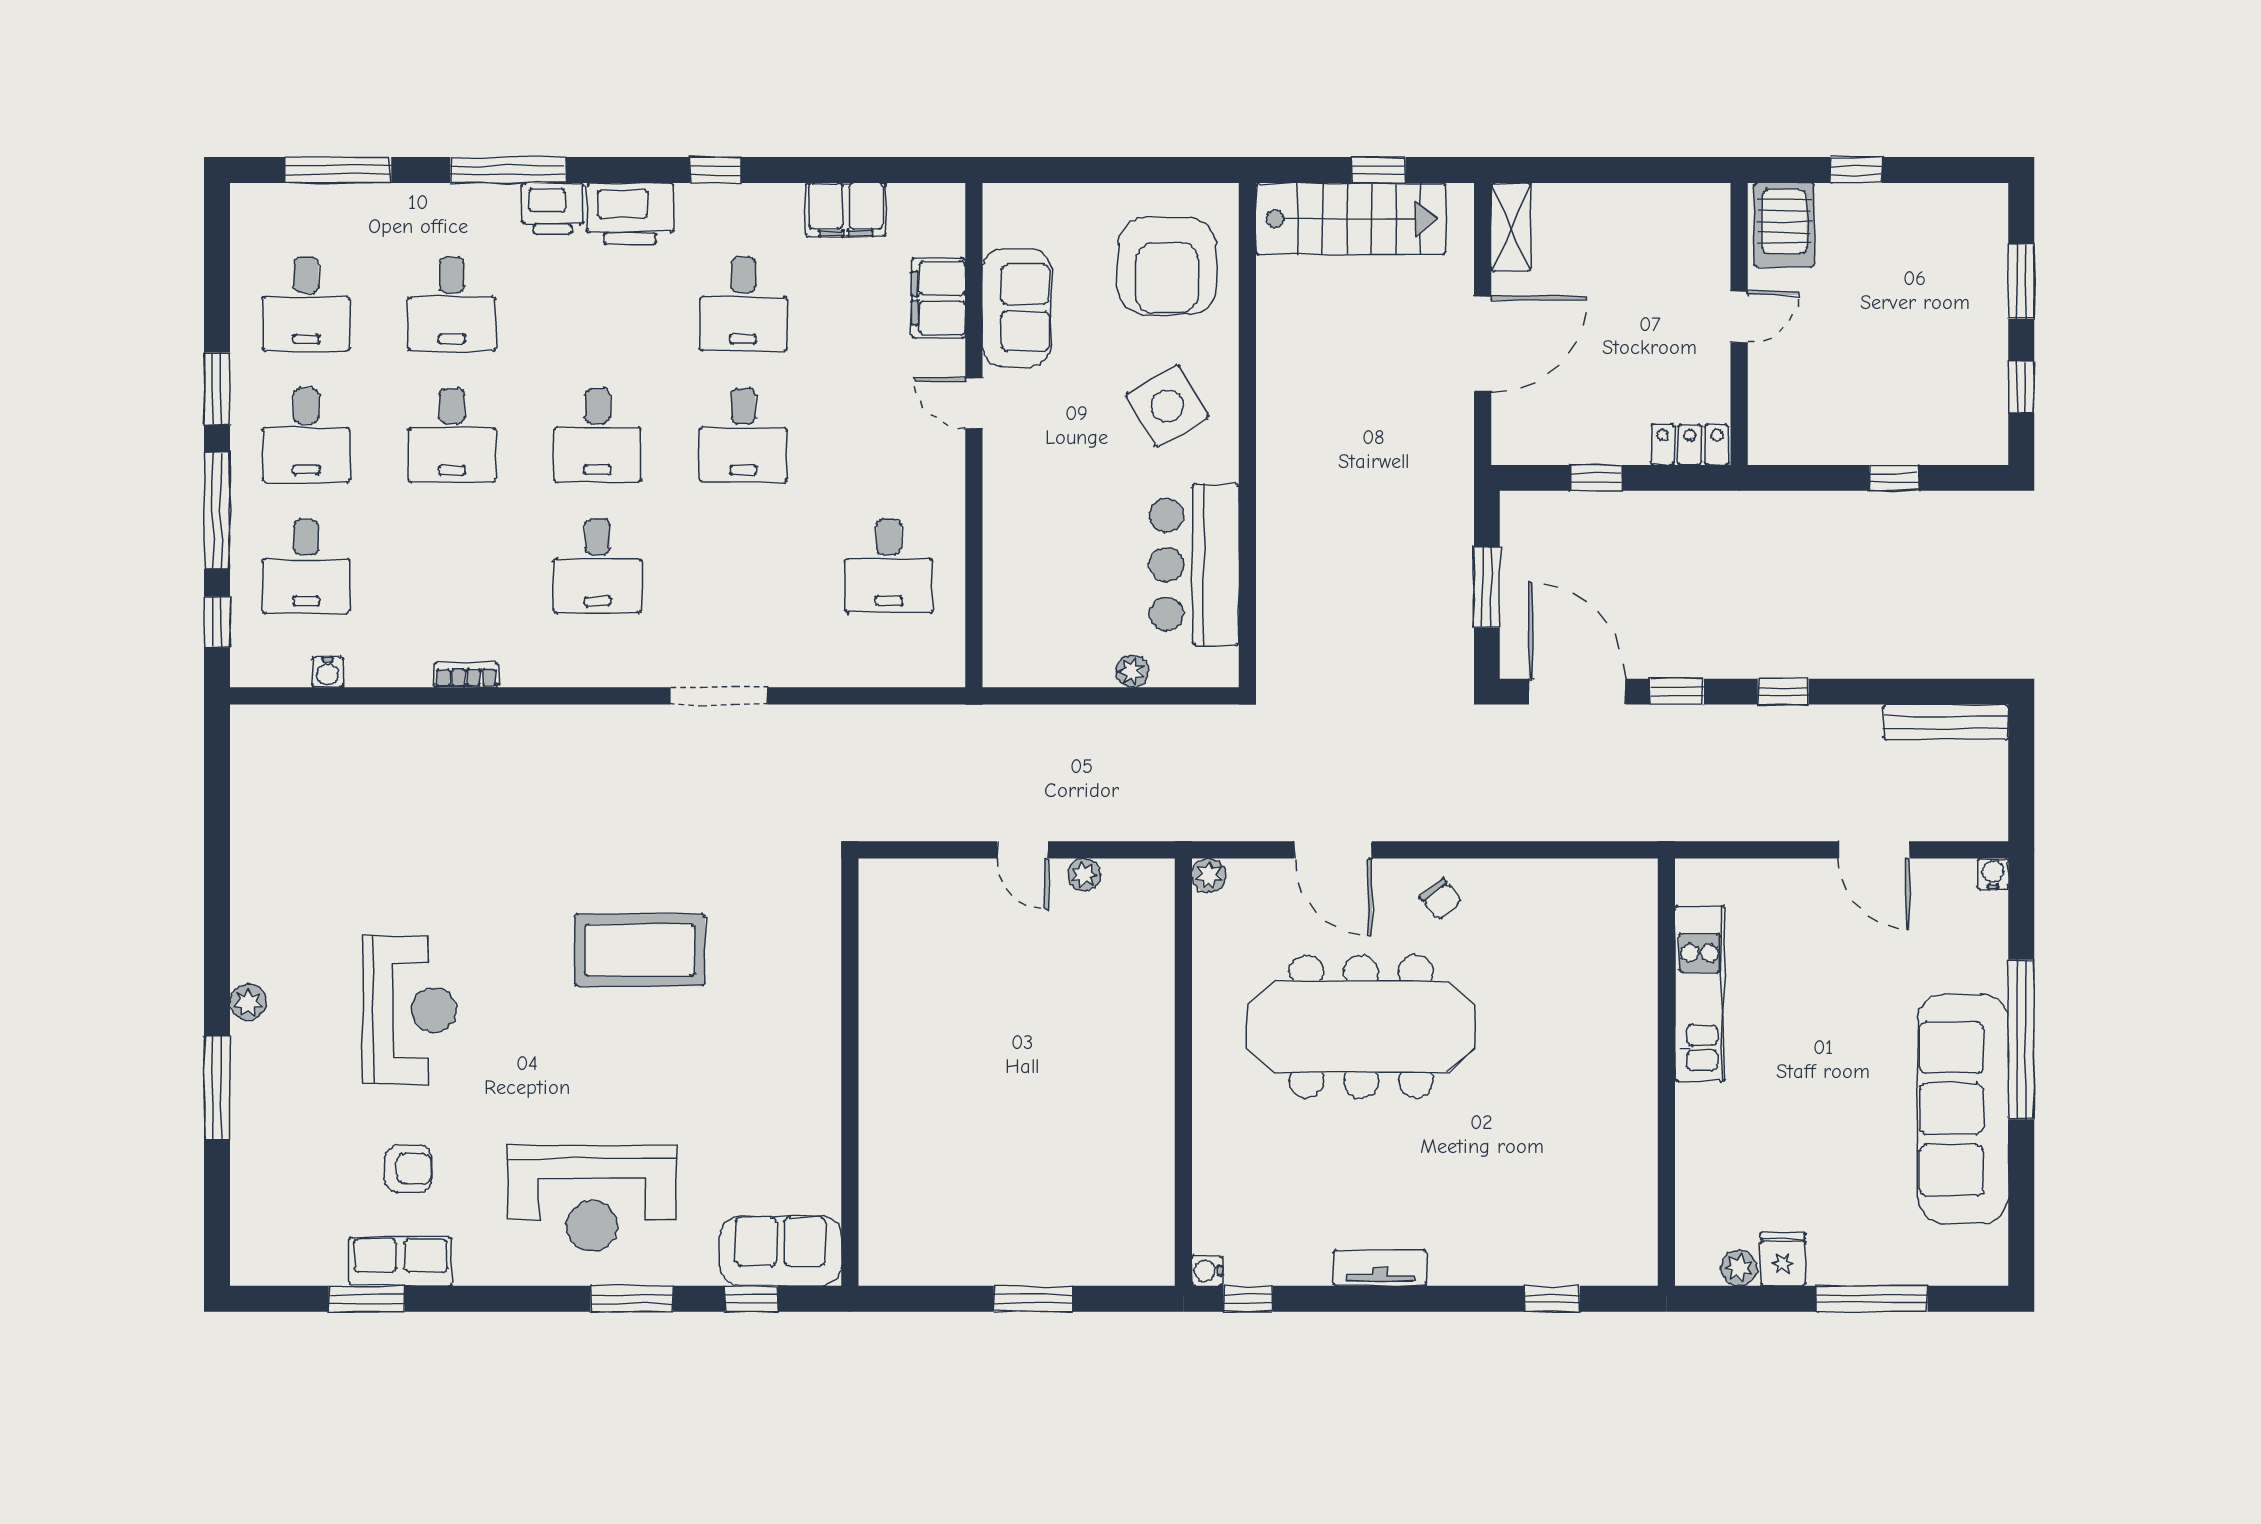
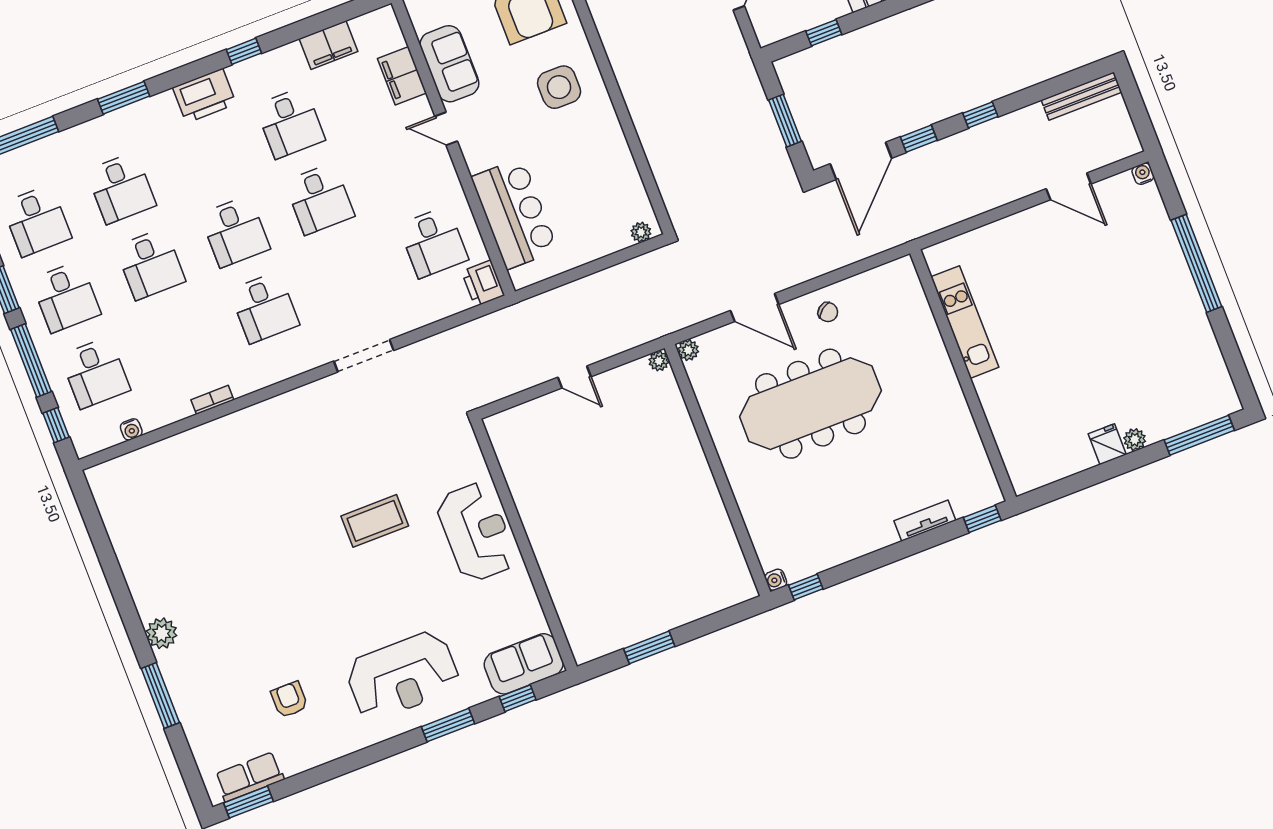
window: (508, 170) -> (124, 98), width x0.69
printer: (553, 209) -> (483, 283), moved, turned 90
side table: (1167, 406) -> (559, 87), turned 30
bar counter: (1194, 565) -> (514, 214), moved, turned 180
plant: (1132, 671) -> (641, 232), moved
door: (1577, 692) -> (861, 161), swing flipped
plant: (1084, 875) -> (659, 361), moved
coffee table: (640, 950) -> (375, 521), width x0.73, depth x0.76
kitchen unit: (1700, 993) -> (965, 322), moved
plant: (248, 1002) -> (162, 633), width x1.38, depth x1.38
reception desk: (409, 1010) -> (476, 532), moved
wall: (1666, 1072) -> (963, 375), moved
sofa: (1963, 1109) -> (1178, 317), removed
armchair: (408, 1169) -> (289, 700), turned -90
row of seats: (401, 1261) -> (249, 777), moved
tv unit: (1380, 1268) -> (925, 521), moved
plant: (1739, 1268) -> (1135, 440), moved
window: (367, 1299) -> (248, 802), moved
window: (1033, 1299) -> (649, 647), moved
window: (1872, 1299) -> (1199, 435), moved

